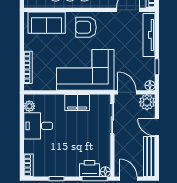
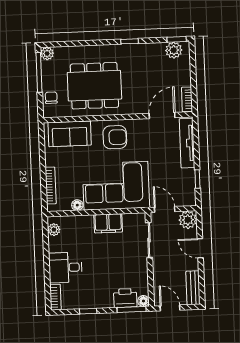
armchair: (86, 27) -> (115, 137), turned 180
floor lamp: (150, 85) -> (77, 205), moved
desk: (38, 126) -> (65, 267), moved
bench: (149, 157) -> (193, 288), width x0.73

